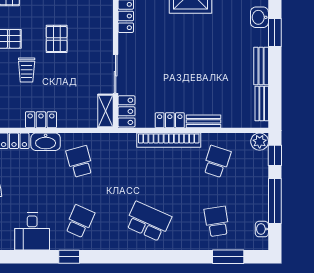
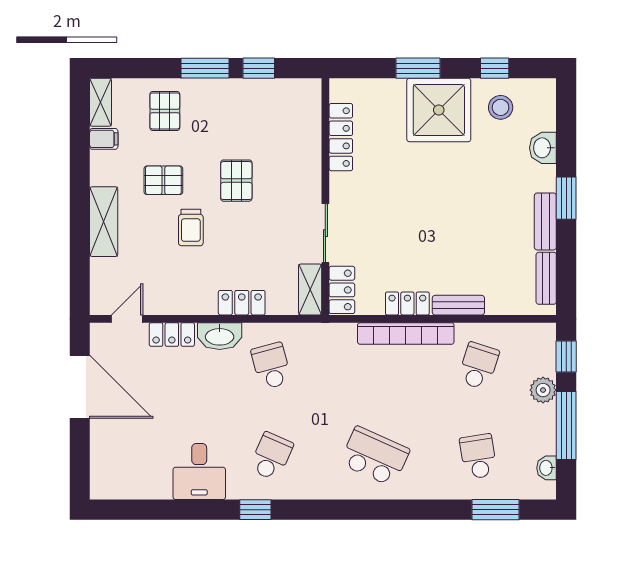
window: (275, 32) -> (566, 198), moved
locker: (41, 120) -> (242, 303), moved
plant: (260, 142) -> (543, 390), moved

